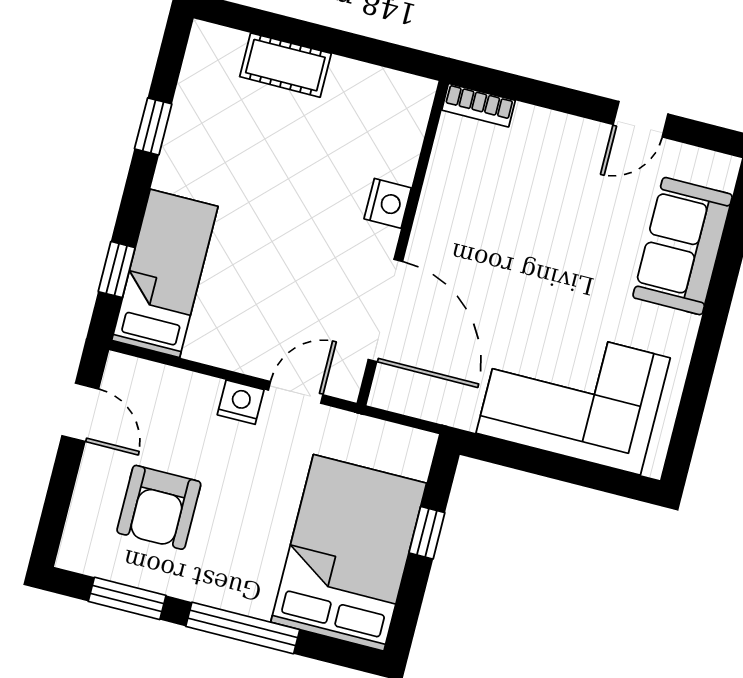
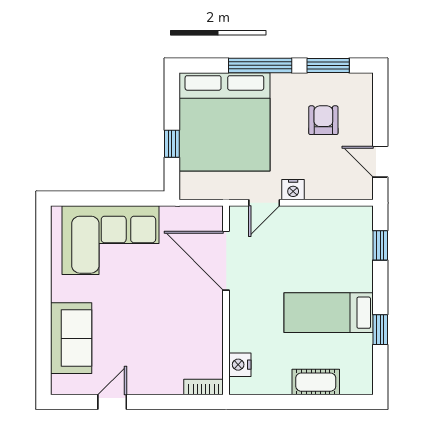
nightstand: (388, 203) -> (240, 365), moved
bed: (165, 273) -> (329, 313), moved, turned 90
armchair: (159, 507) -> (323, 120), width x0.72, depth x0.72
bed: (349, 553) -> (224, 122), width x1.36

